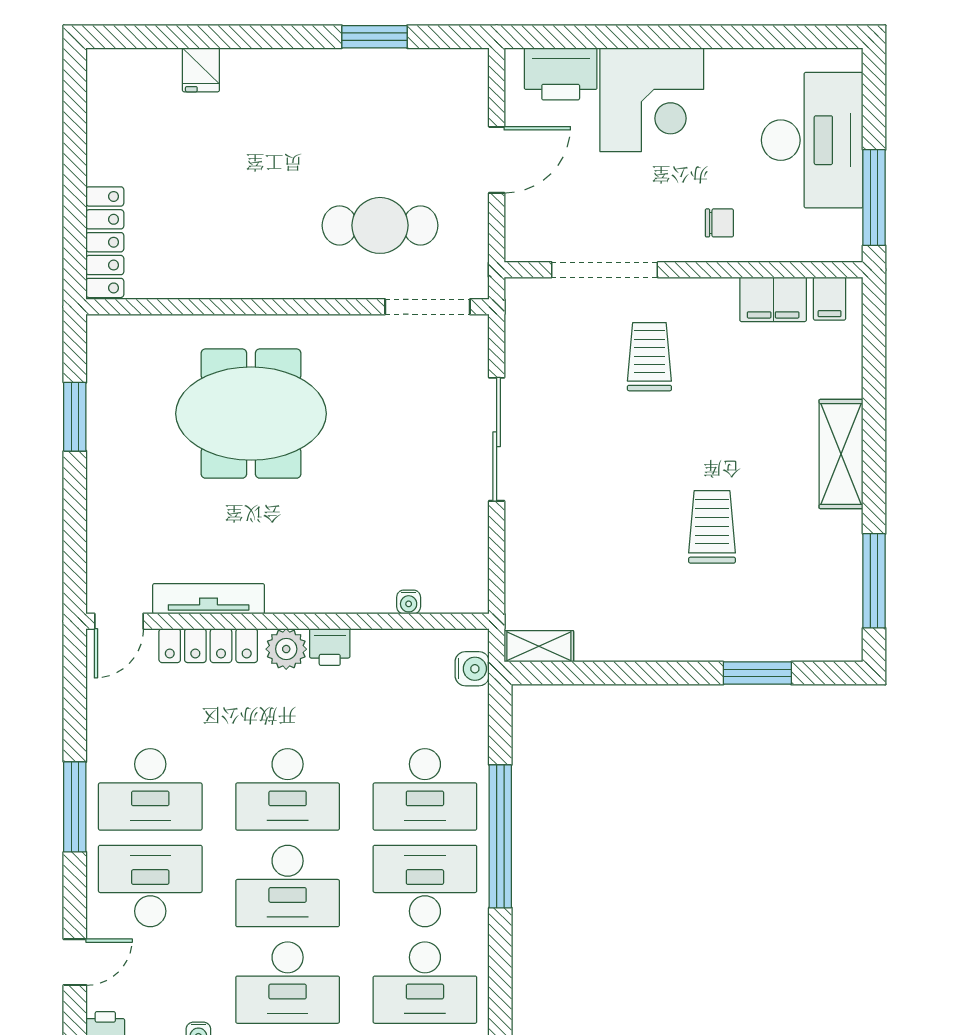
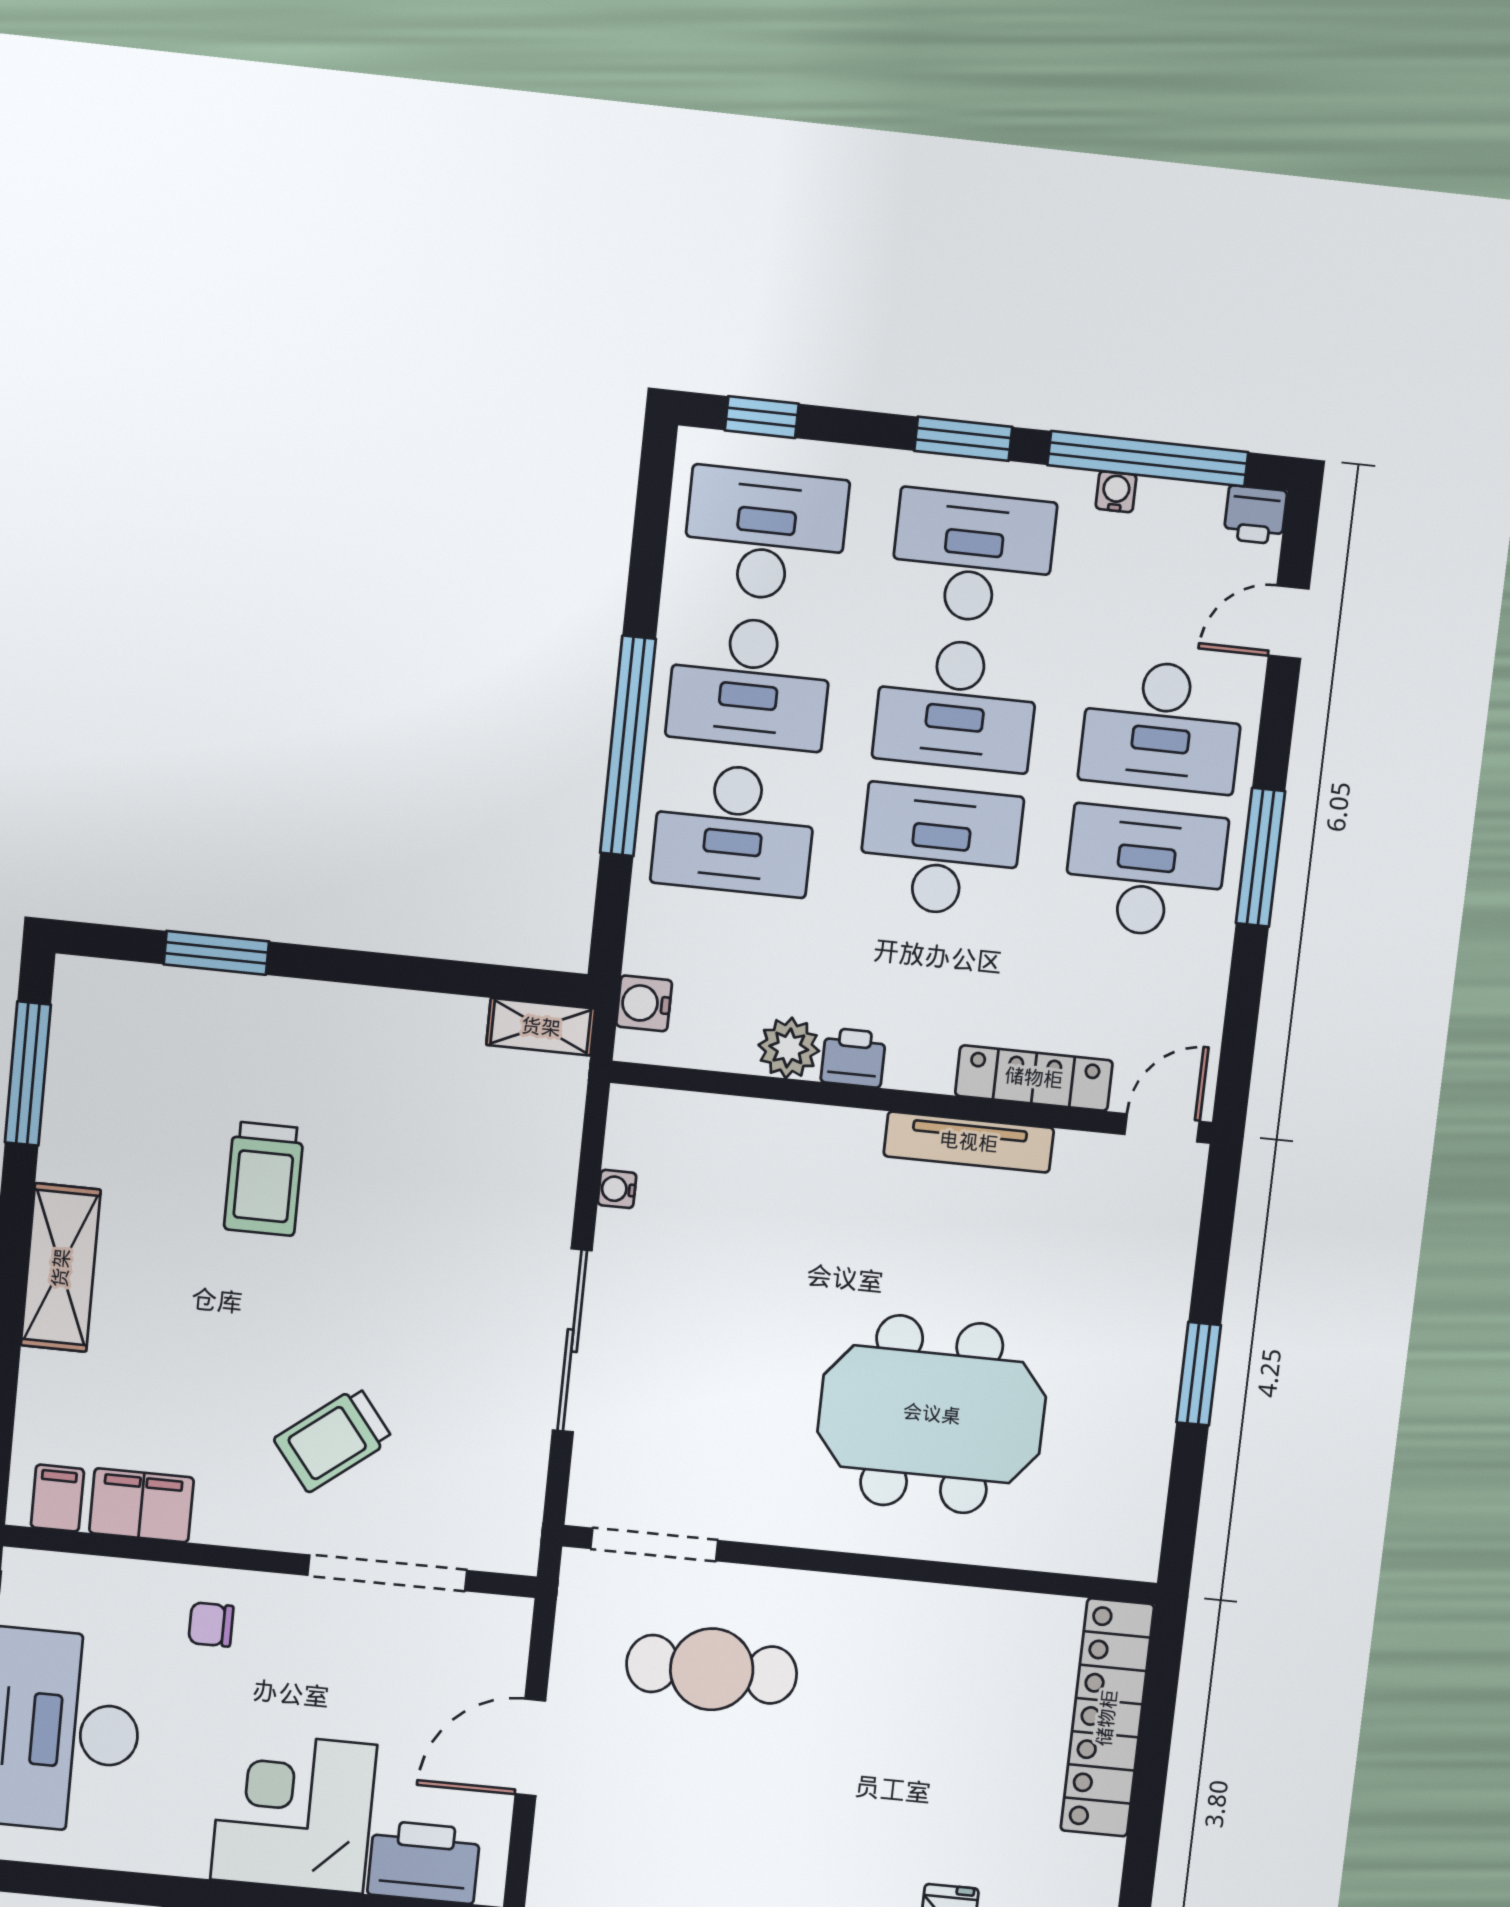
locker: (105, 242) -> (1107, 1718), width x1.41, depth x1.21
trolley: (649, 357) -> (333, 1439), turned 52
window: (75, 417) -> (1199, 1374), moved
tv unit: (209, 599) -> (969, 1142), moved
water cooler: (409, 602) -> (617, 1189), moved, turned -90
plant: (286, 649) -> (789, 1048), moved
desk: (425, 789) -> (734, 829), turned 180
desk: (288, 886) -> (956, 704), turned 180

